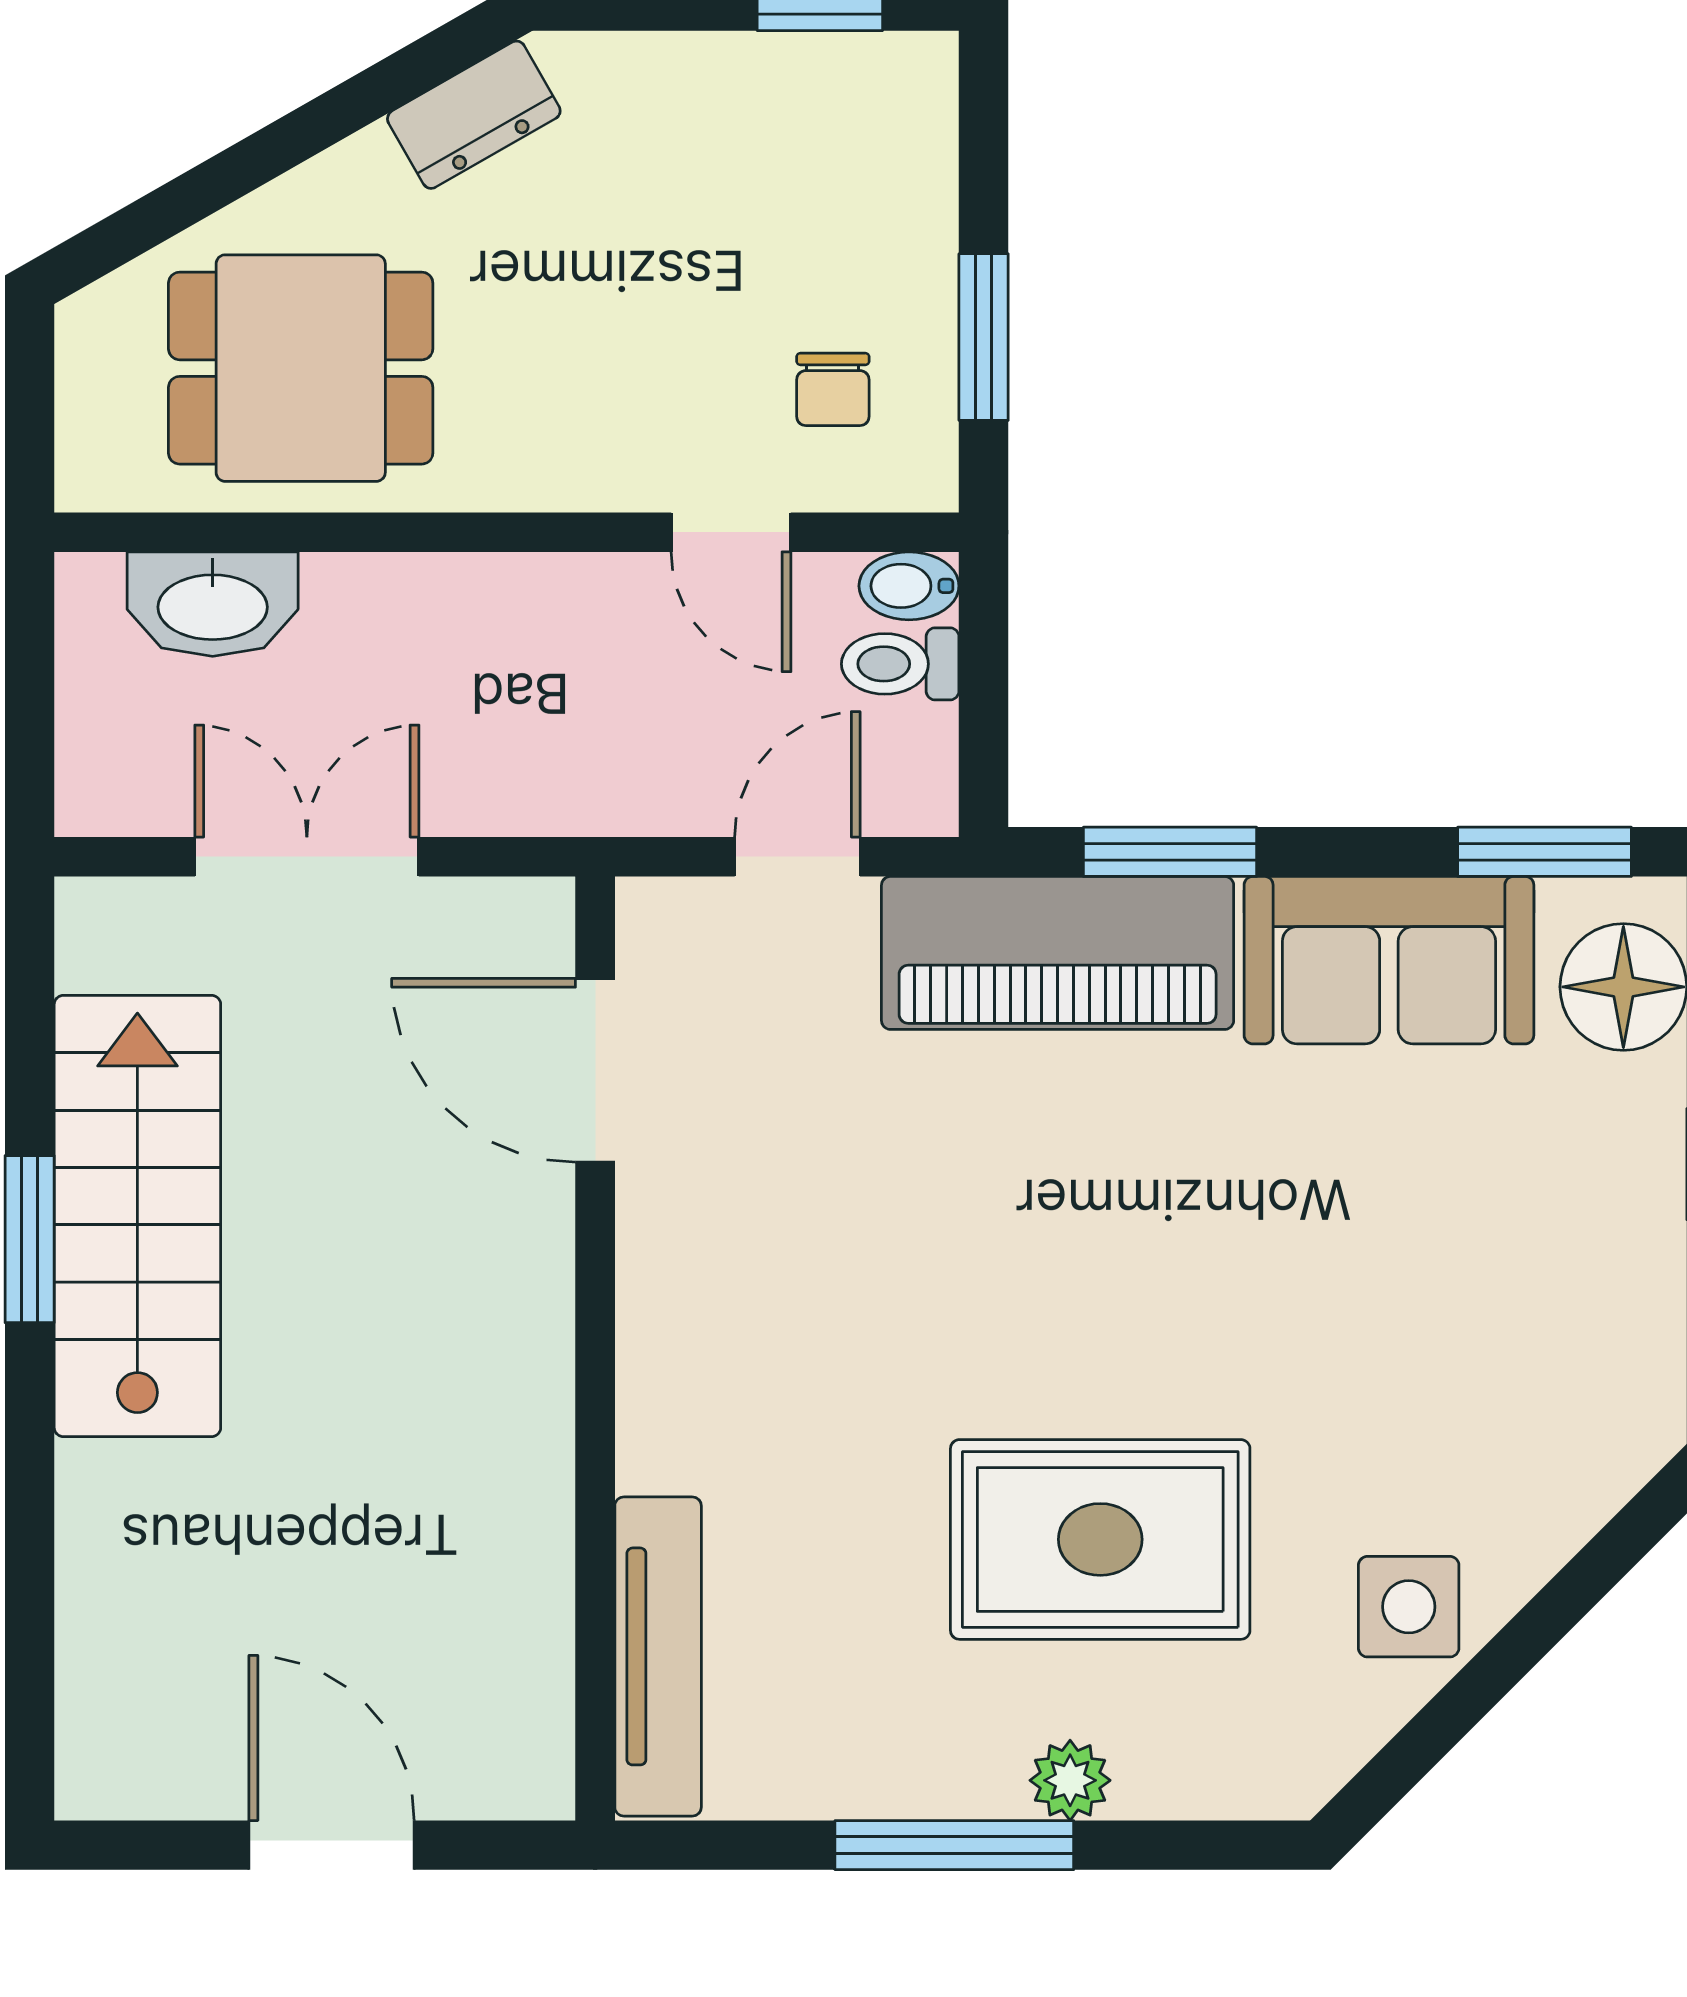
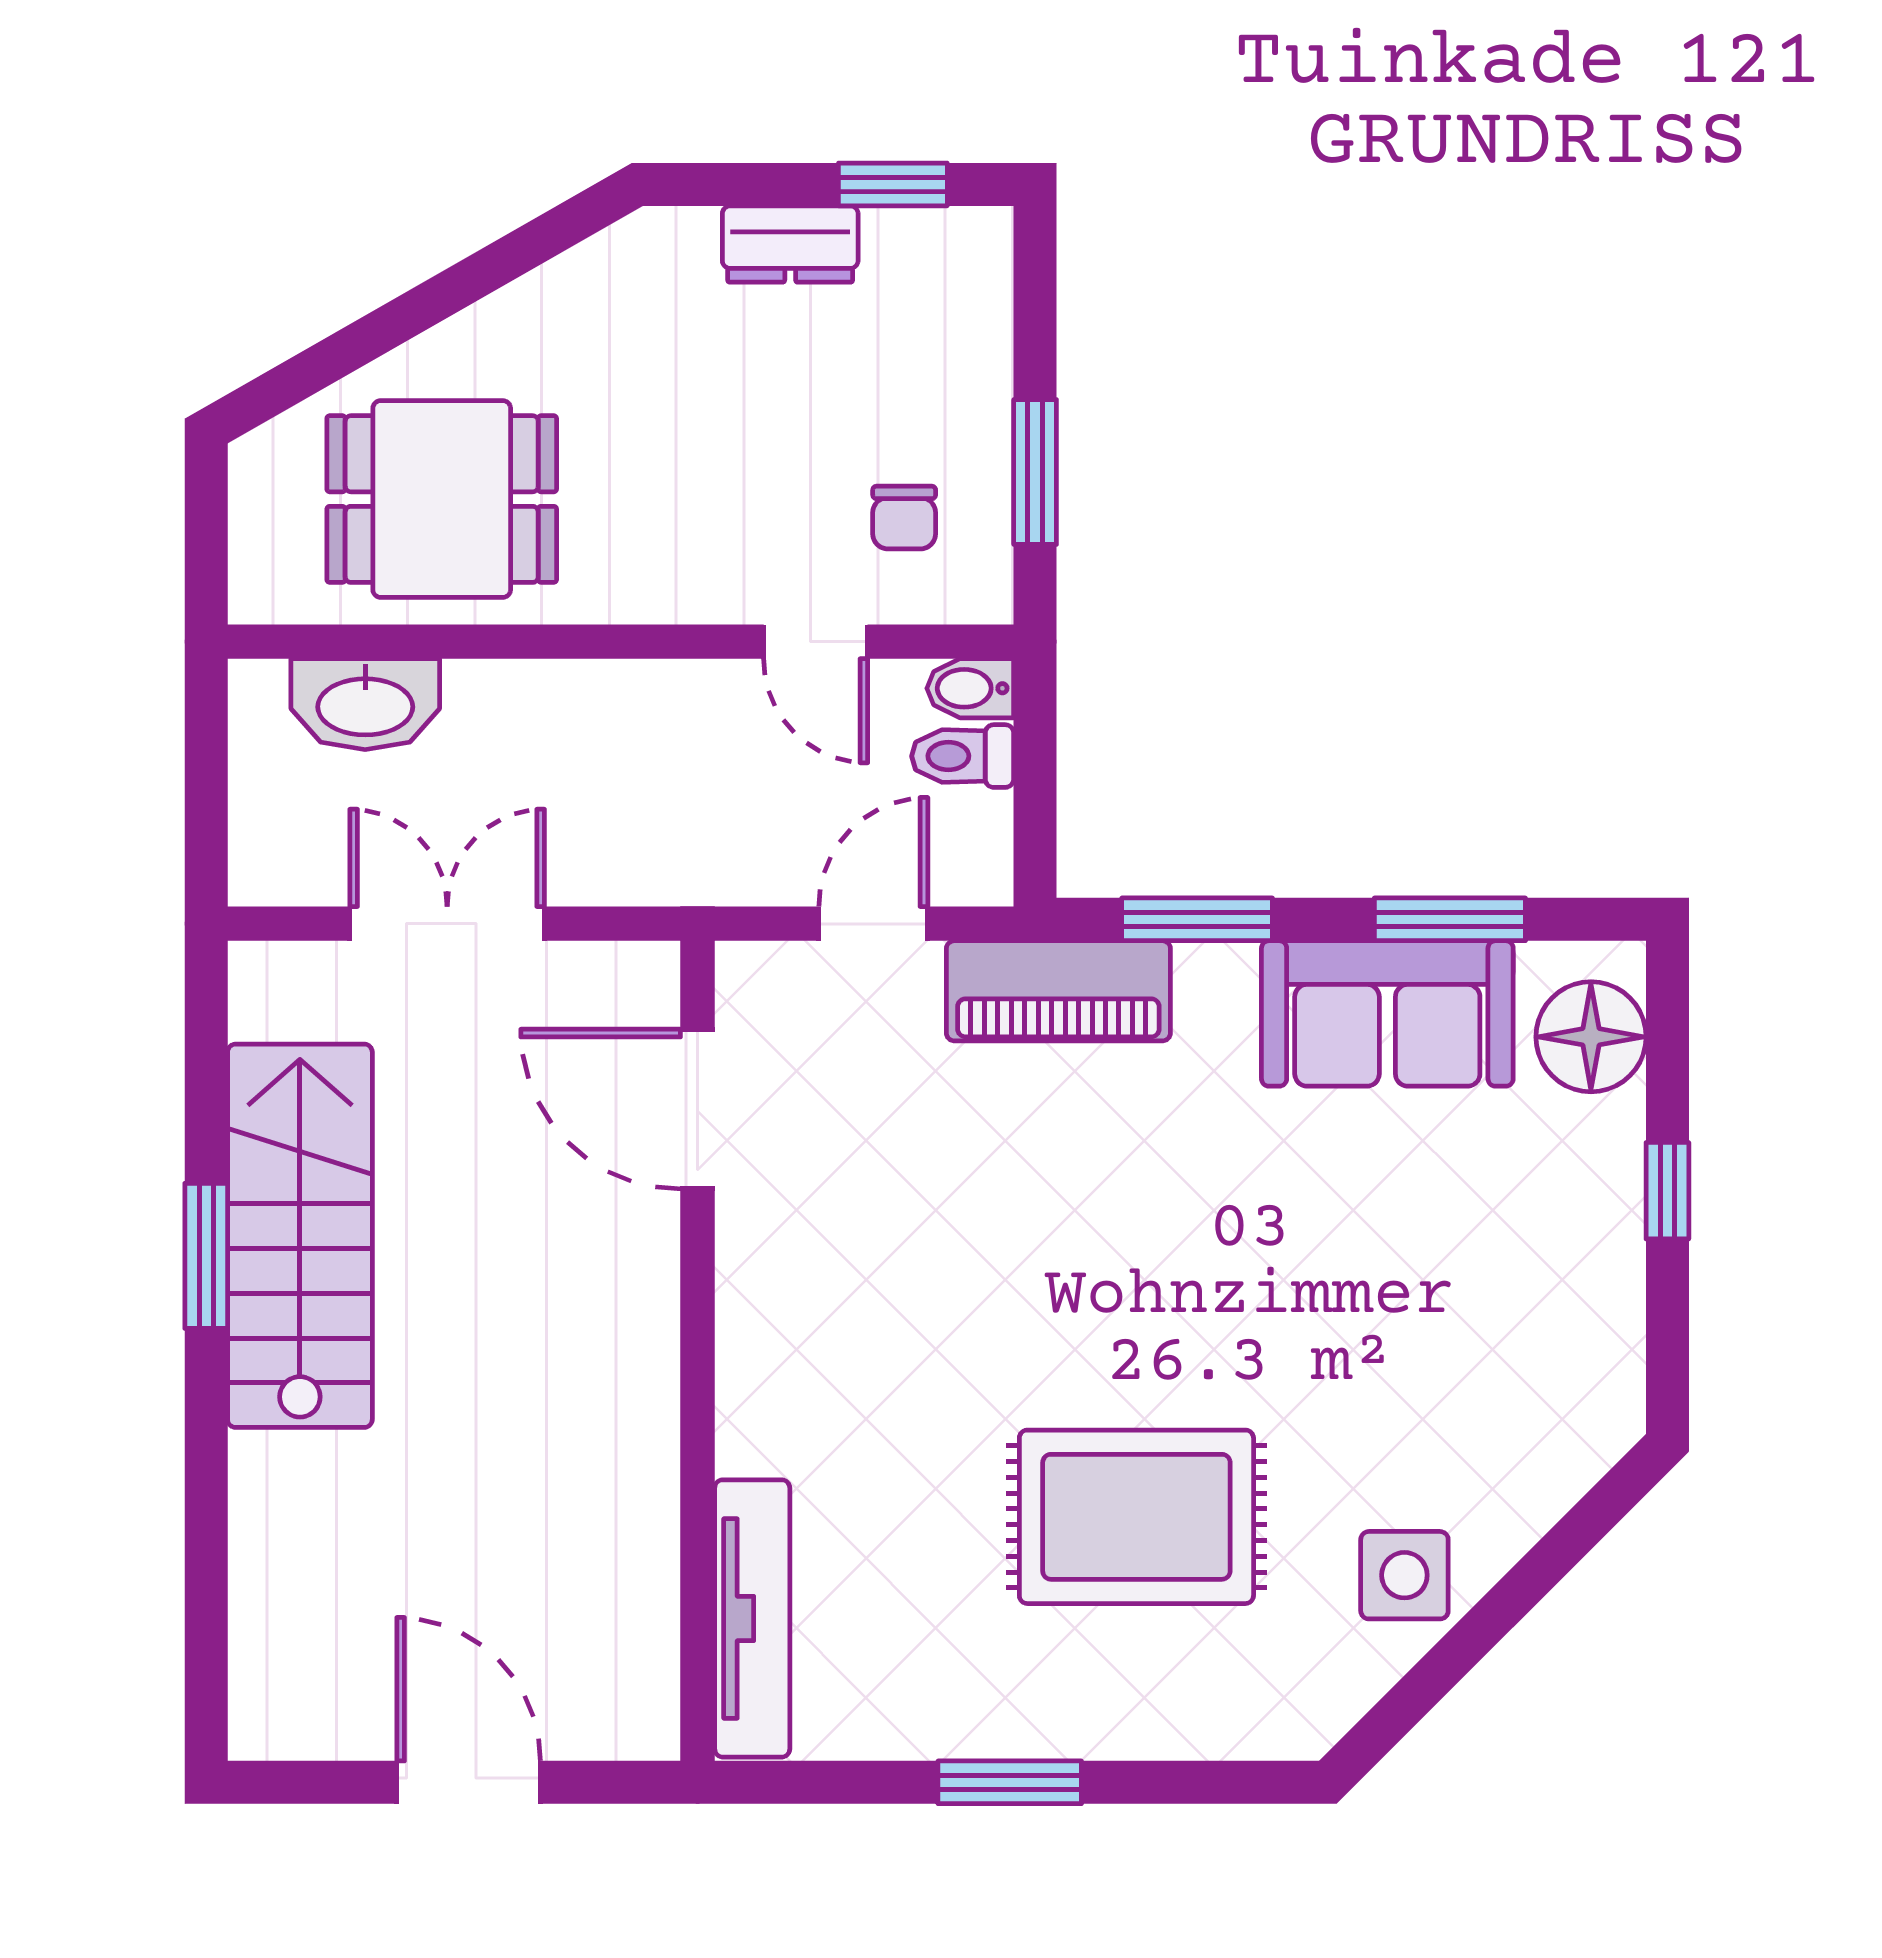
dresser: (474, 115) -> (790, 244), moved, turned 30
window: (1544, 852) -> (1450, 919), moved
piano: (1058, 953) -> (1058, 991), width x0.73, depth x0.75
plant: (1070, 1780) -> (1110, 1726), removed
window: (954, 1845) -> (1010, 1782), width x0.69

